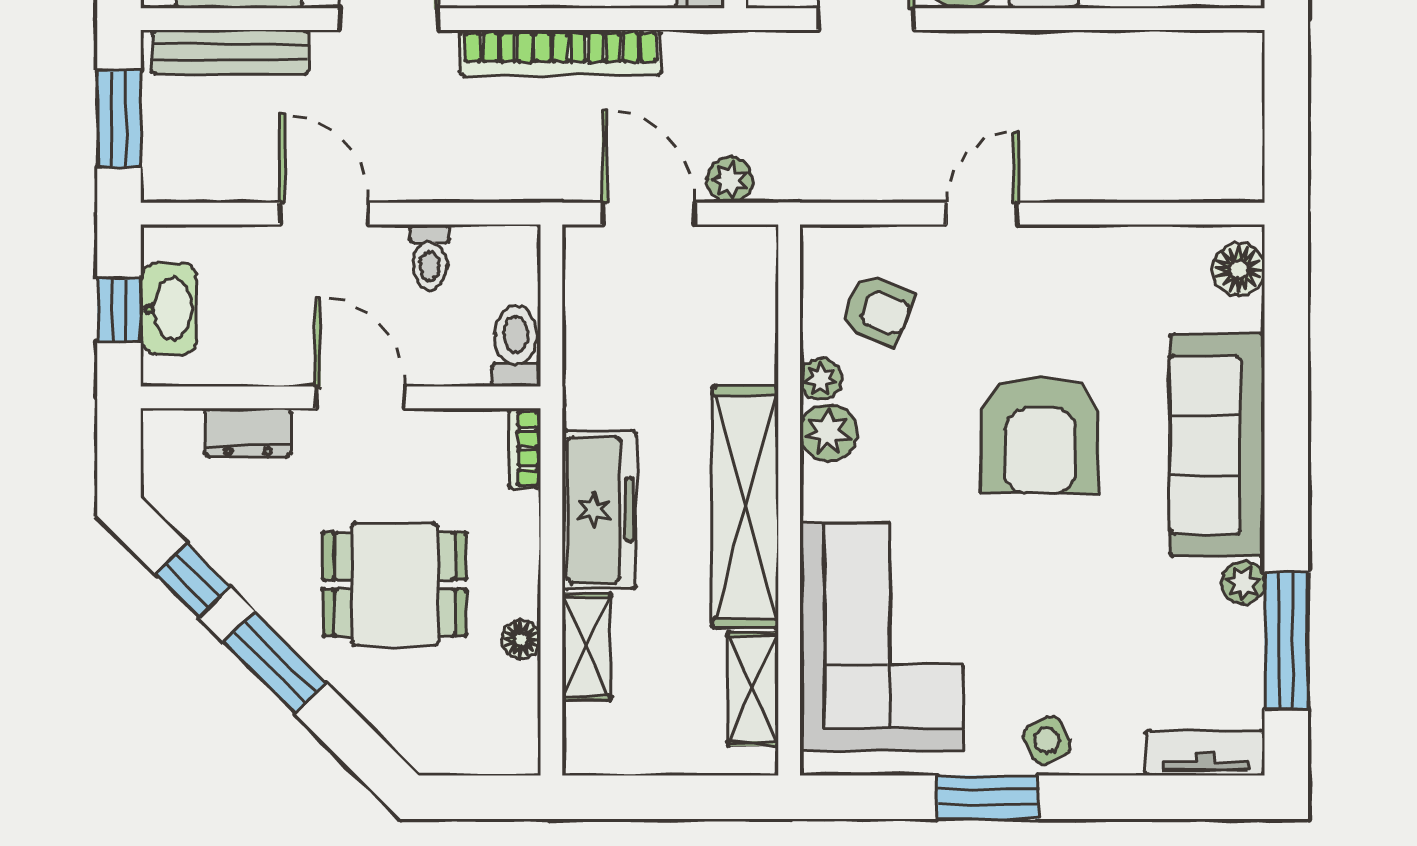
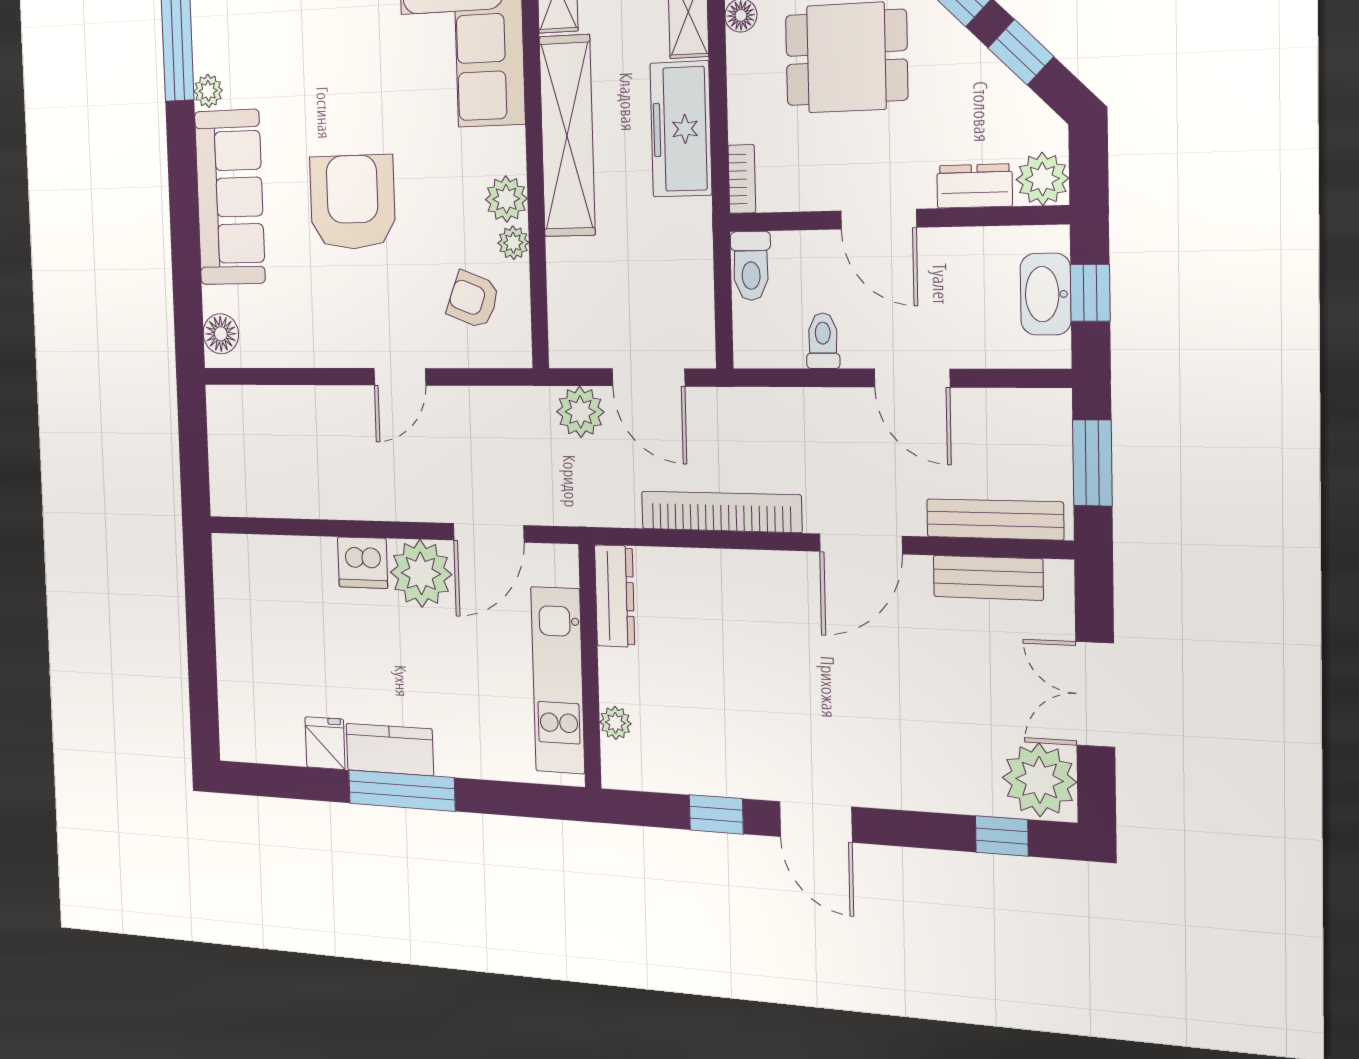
plant: (730, 180) -> (580, 412), width x1.38, depth x1.38
plant: (171, 438) -> (1042, 179), added

